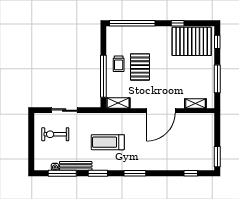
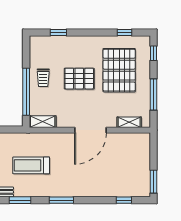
window: (132, 23) -> (58, 32), width x0.32
window: (178, 23) -> (125, 32), moved
pallet: (192, 41) -> (119, 70), moved, turned 90
pallet: (140, 67) -> (79, 79), moved, turned 90

